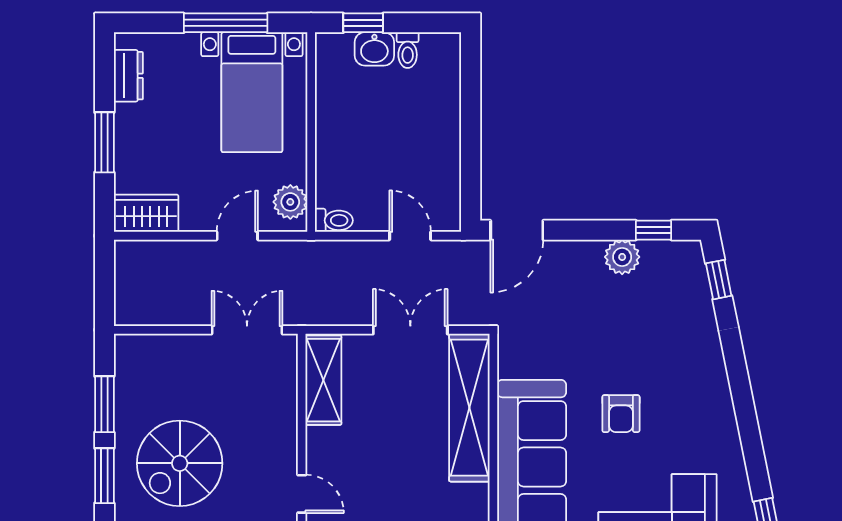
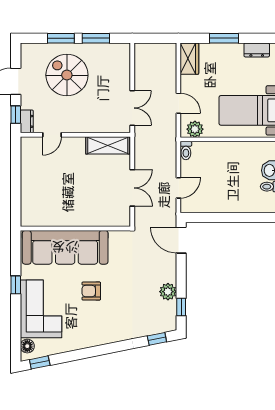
shelving: (469, 408) -> (94, 217), removed

